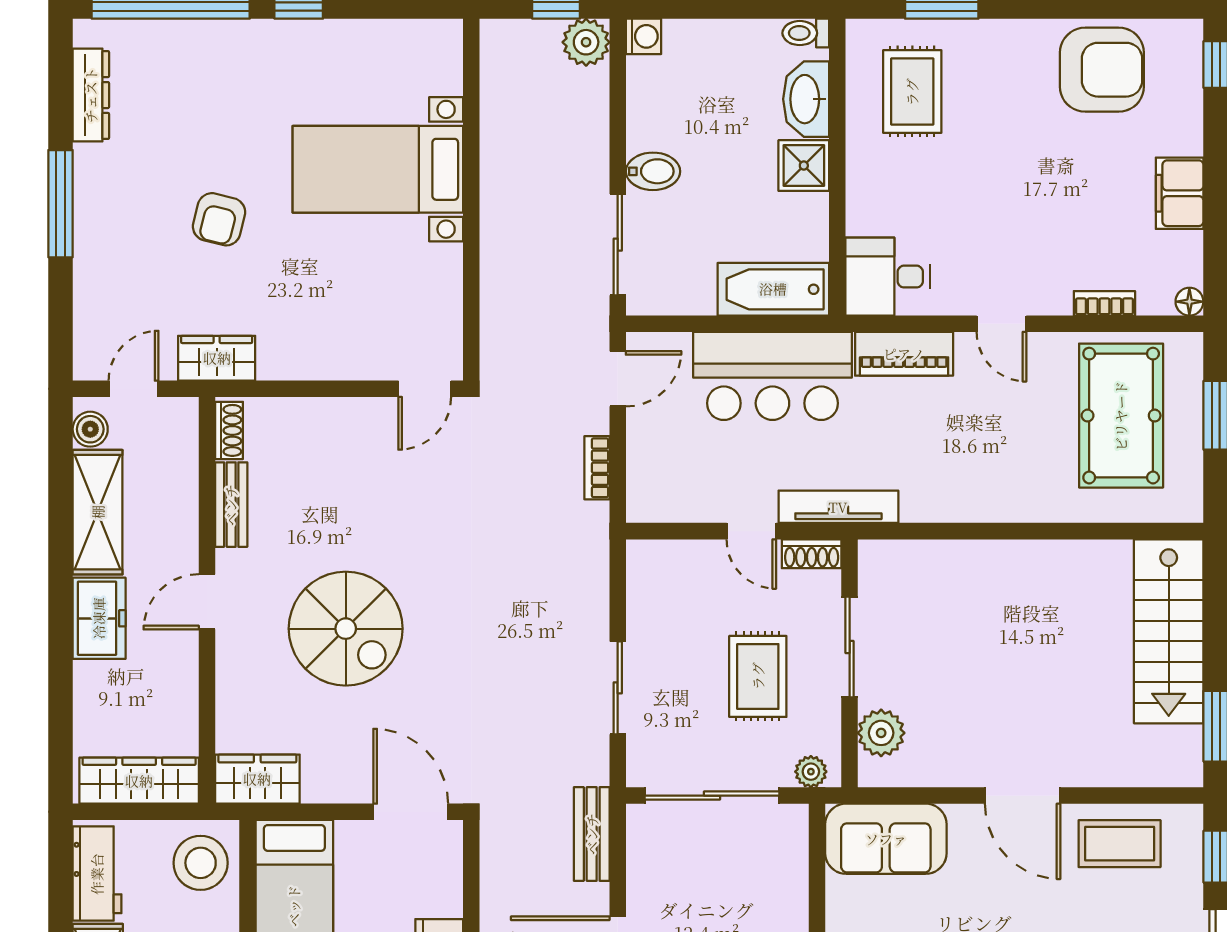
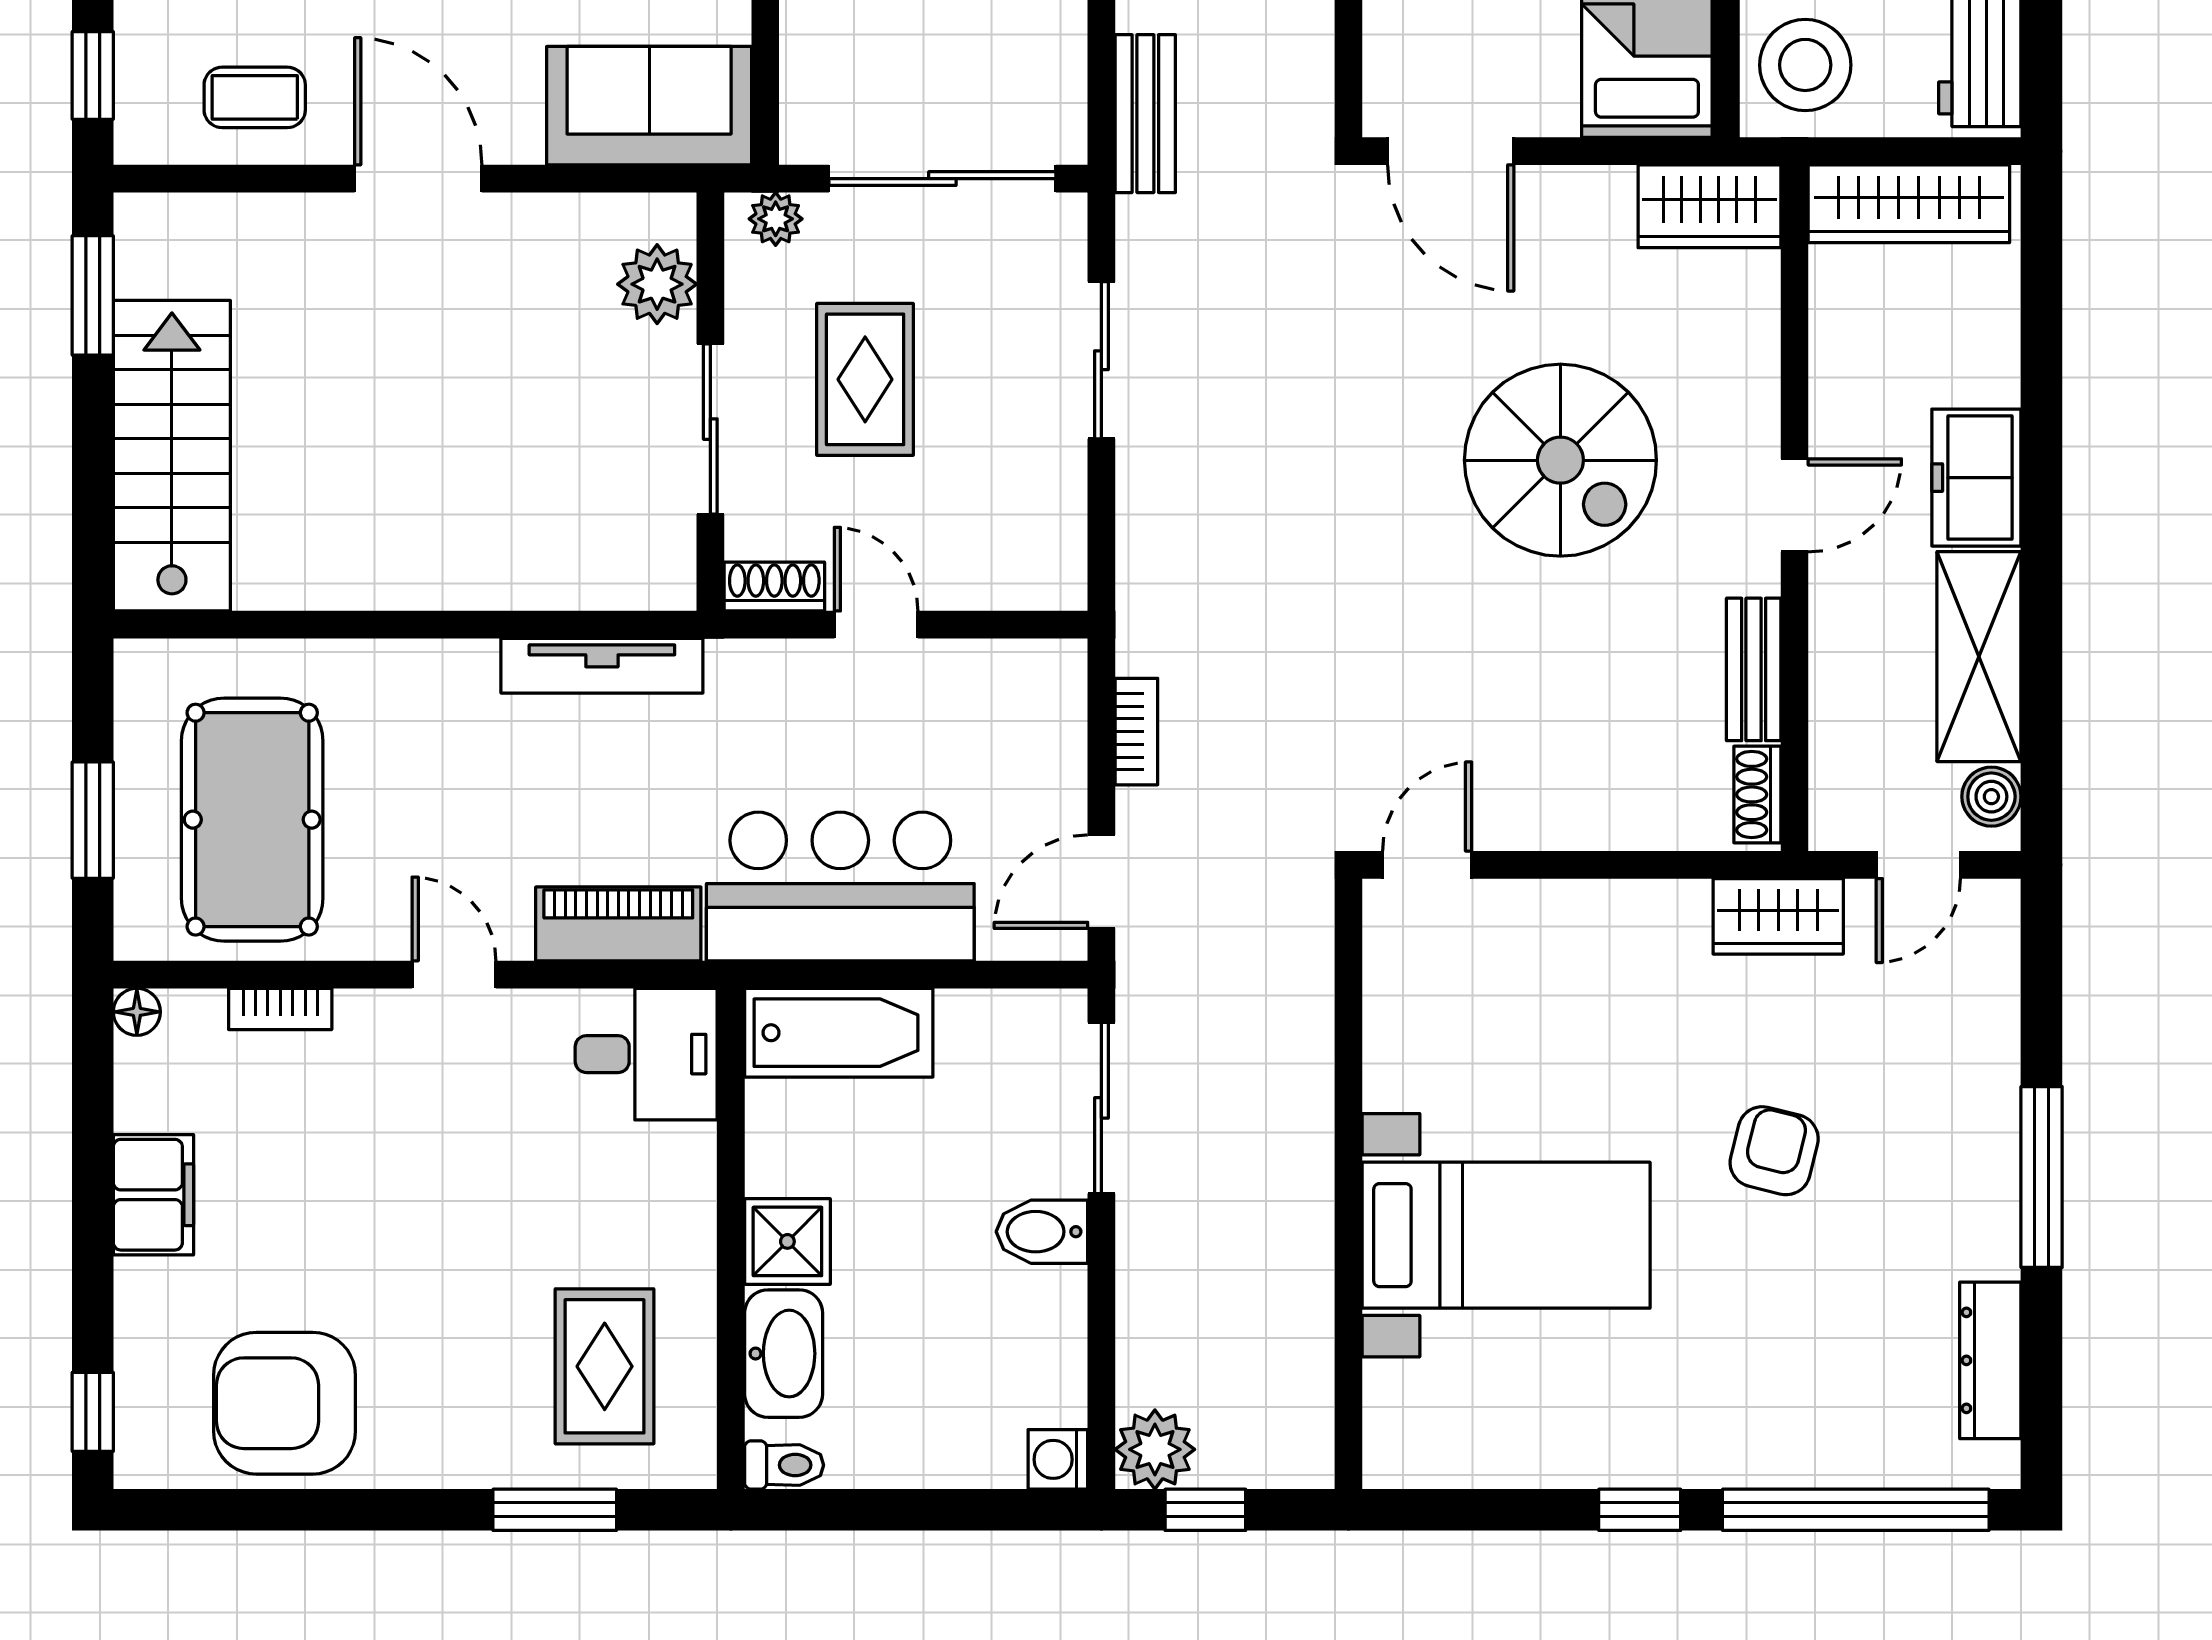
tv unit: (838, 507) -> (602, 666), moved
spiral stairs: (346, 629) -> (1560, 460), turned 180
coffee table: (1120, 844) -> (255, 97), width x0.73, depth x0.77

